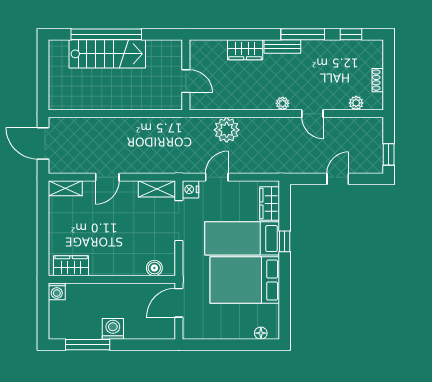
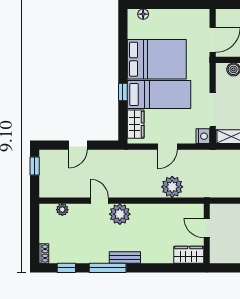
wardrobe: (245, 50) -> (189, 255), moved
shoe rack: (378, 80) -> (44, 253), moved
plant: (283, 103) -> (120, 214), width x1.88, depth x1.88
door: (217, 177) -> (167, 147), moved

